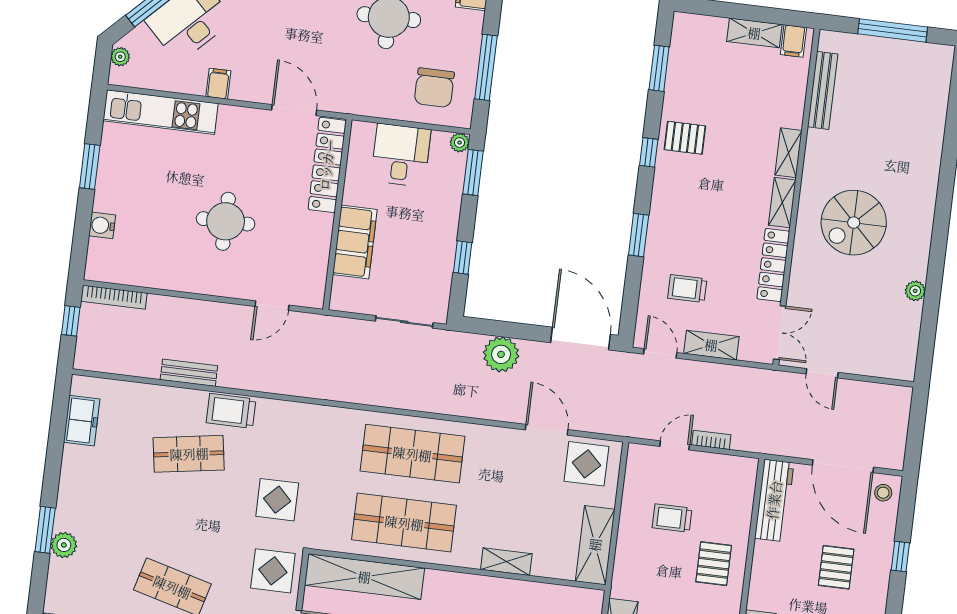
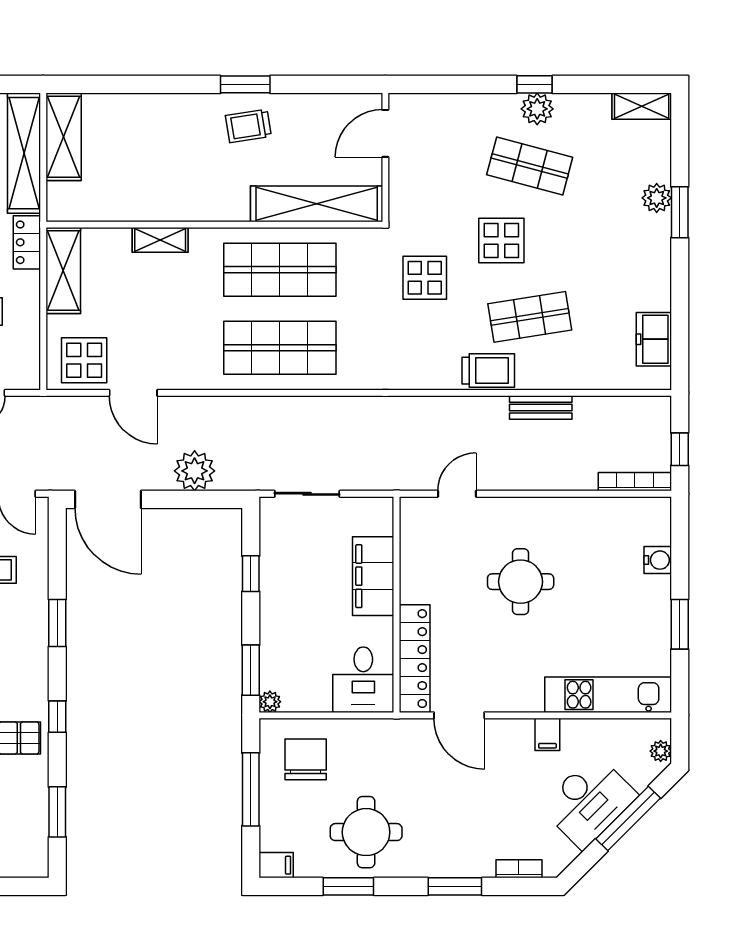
desk: (401, 155) -> (363, 680), moved
display table: (273, 571) -> (501, 241), moved
locker: (624, 574) -> (27, 242), added

